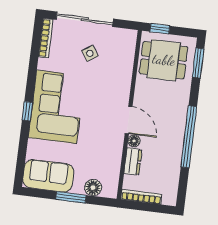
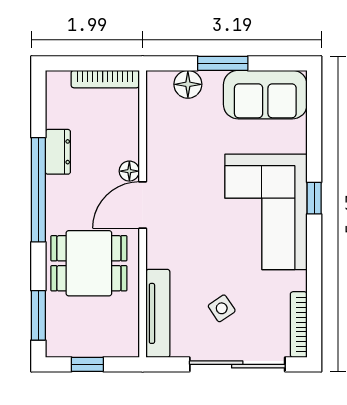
window: (160, 29) -> (87, 364), moved
tv unit: (128, 55) -> (158, 313), added
dining table: (164, 60) -> (89, 263), moved
door: (129, 120) -> (143, 205), hinge flipped
dresser: (133, 161) -> (58, 152), moved, turned 180

